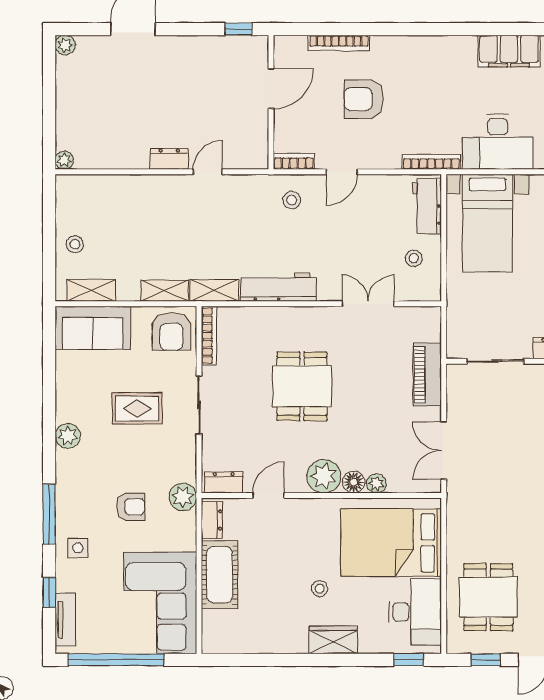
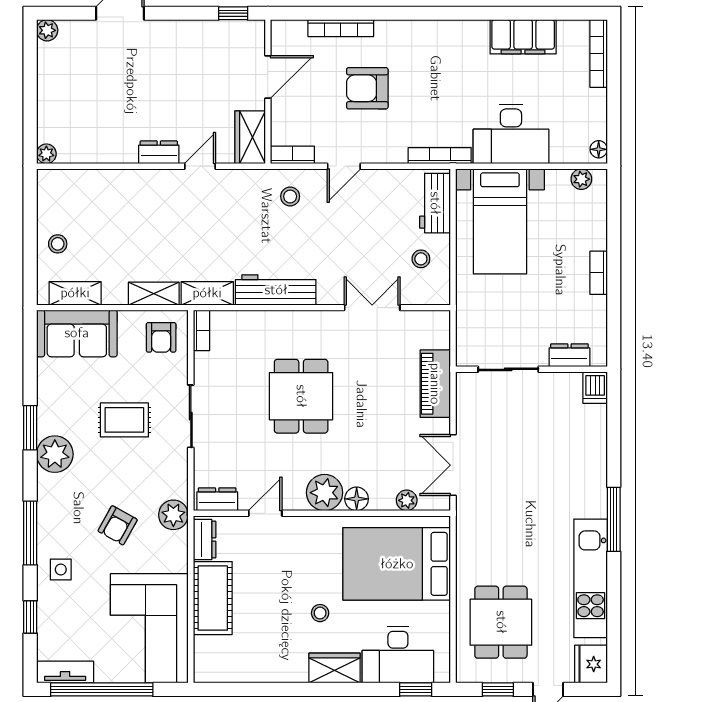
wardrobe: (254, 145) -> (250, 137), added
armchair: (171, 331) -> (161, 337), width x0.72, depth x0.72
bookcase: (209, 336) -> (201, 330), width x0.64
window: (49, 416) -> (30, 428), added
plant: (68, 436) -> (55, 454), width x1.36, depth x1.36
plant: (376, 483) -> (407, 500), moved
armchair: (131, 507) -> (118, 525), turned 119
desk: (415, 612) -> (398, 655), moved, turned 90
tv unit: (65, 620) -> (65, 672), moved, turned -90

